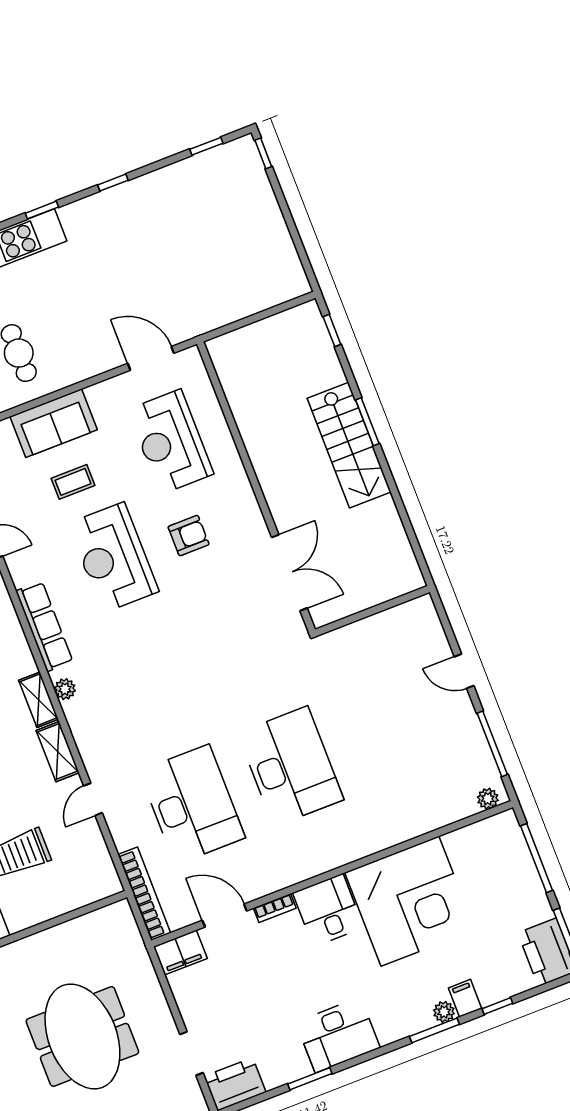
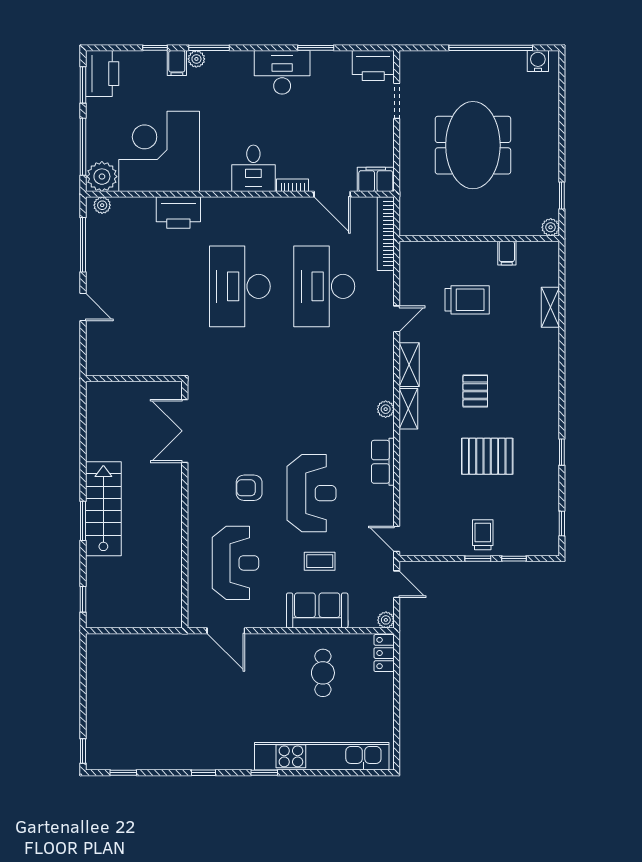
row of seats: (44, 626) -> (383, 462), width x0.68
printer: (396, 825) -> (178, 213), added
plant: (501, 832) -> (102, 177), added
corner desk: (410, 901) -> (159, 151), moved

